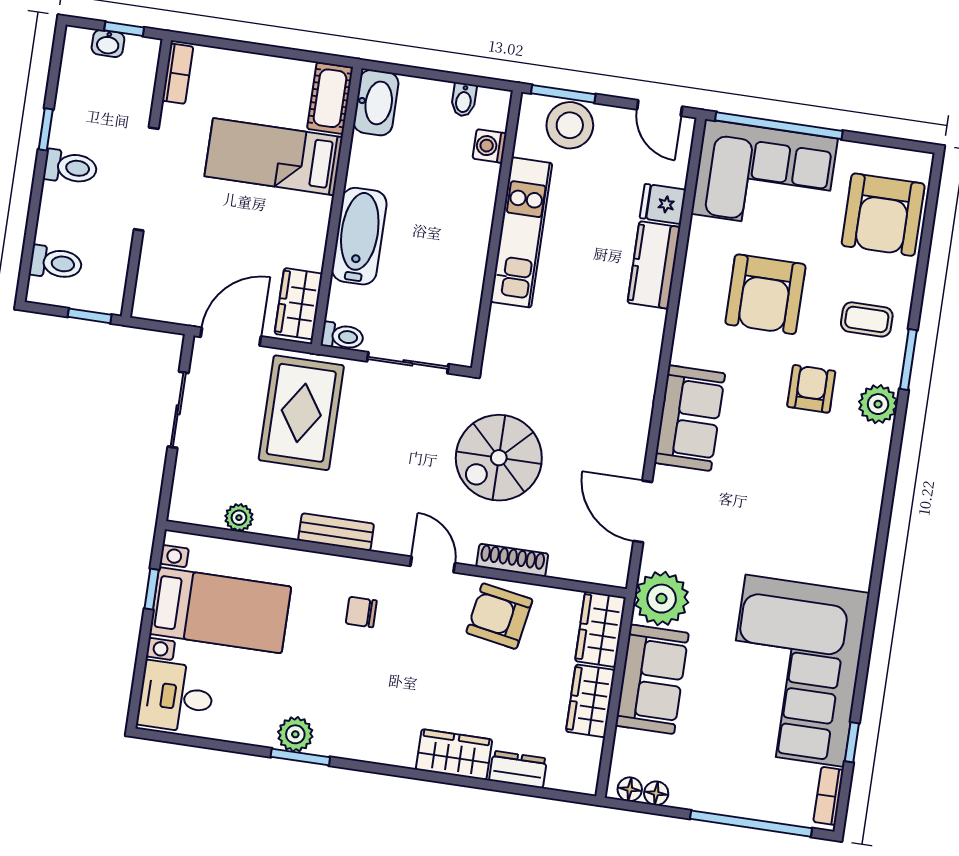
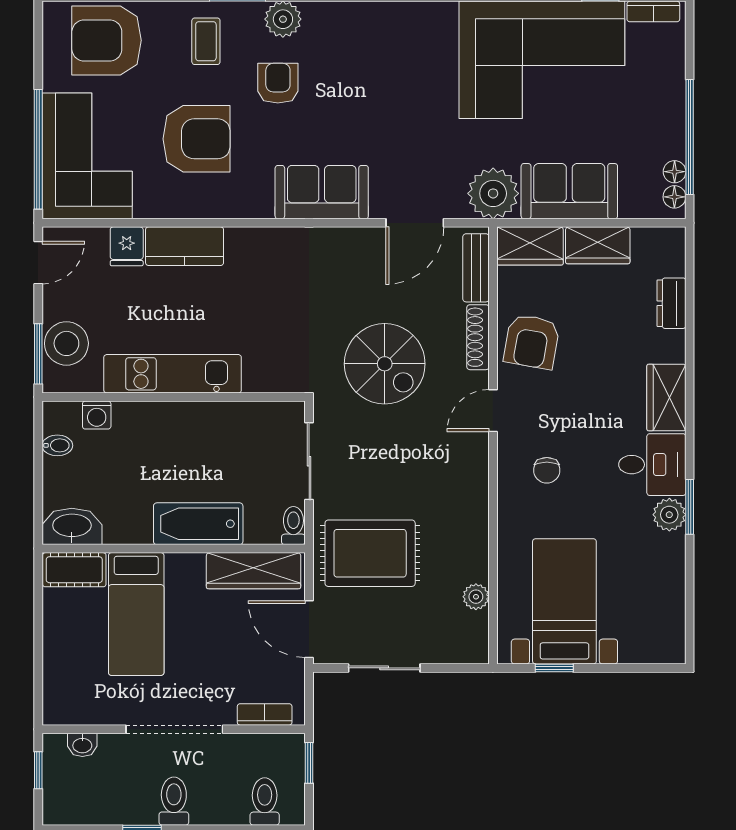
washbasin: (108, 43) -> (82, 745), moved, turned 90
bookcase: (178, 74) -> (265, 714), moved
armchair: (883, 215) -> (106, 40), turned 180
wardrobe: (299, 304) -> (254, 571), width x1.50
armchair: (811, 389) -> (278, 83), turned 90
bench: (336, 532) -> (476, 268), moved
desk: (176, 697) -> (652, 465), moved, turned -90
wardrobe: (454, 755) -> (666, 397), moved
window: (751, 824) -> (690, 137), moved

